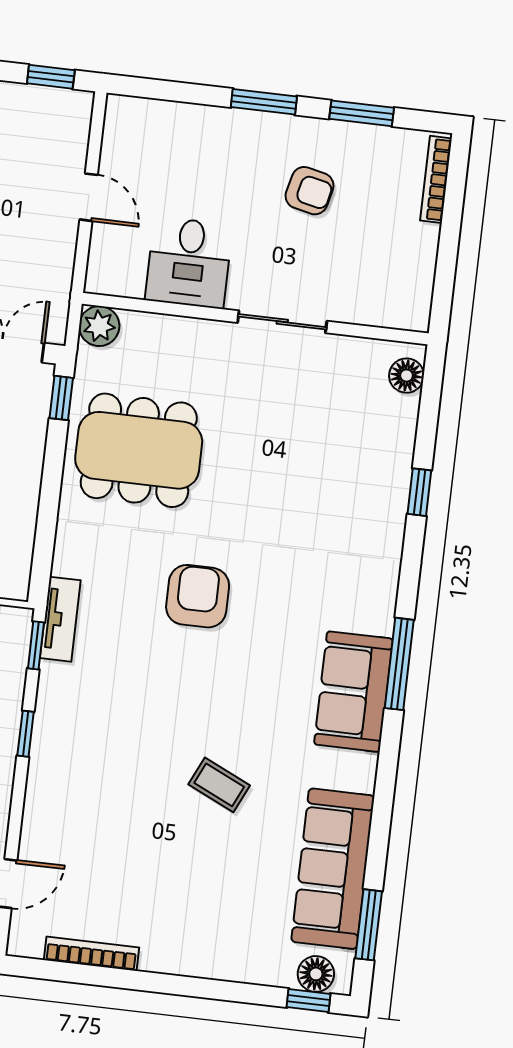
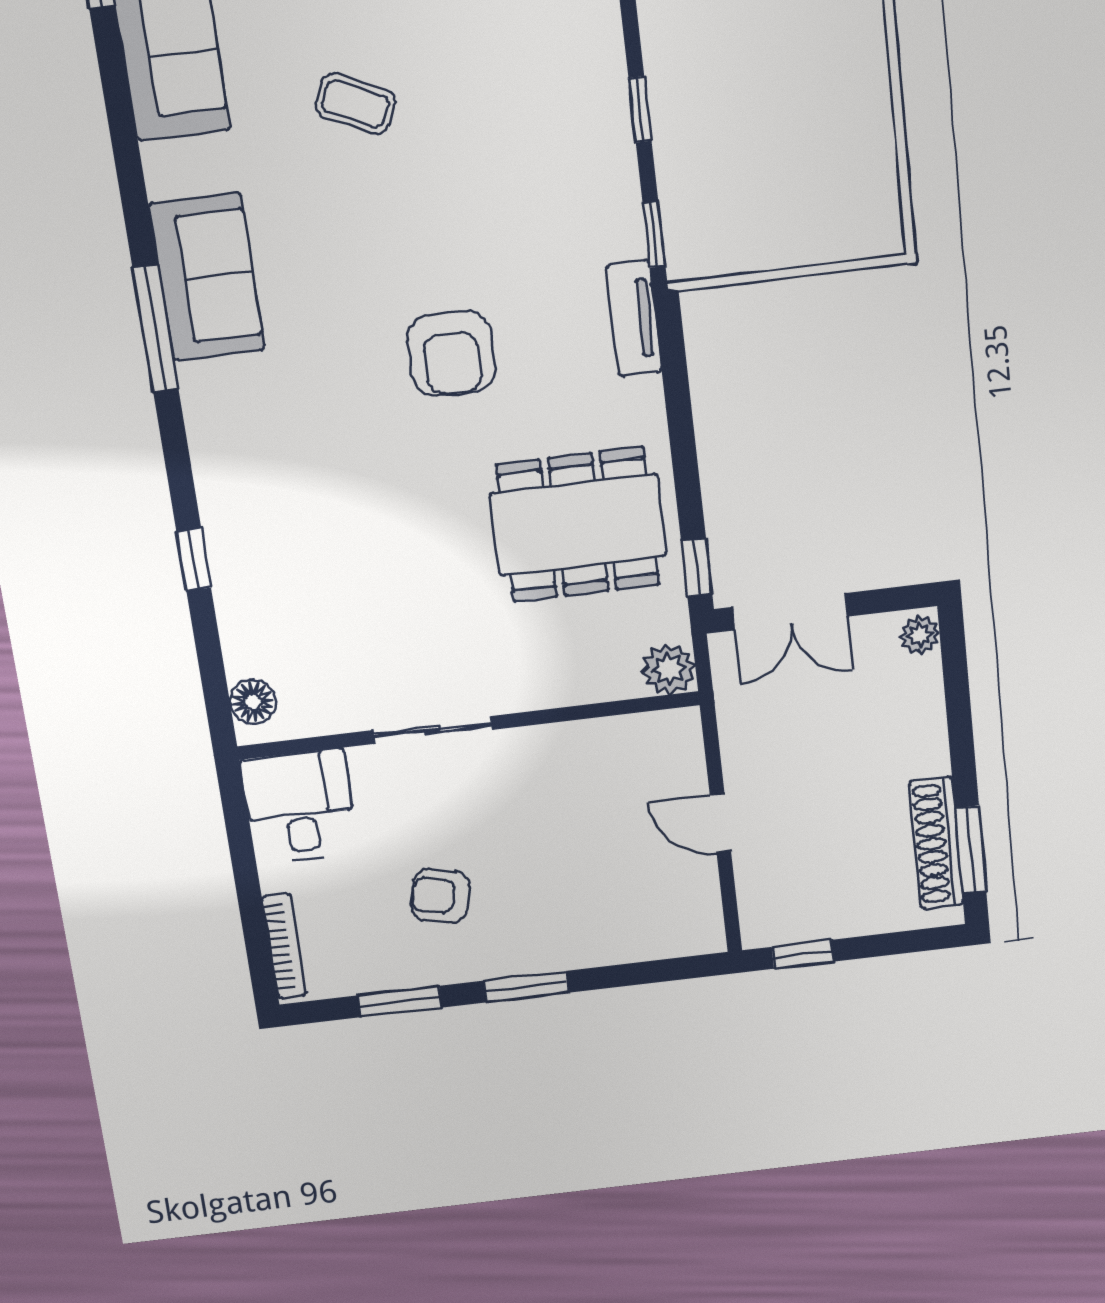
desk: (189, 262) -> (300, 807), moved
tv unit: (60, 619) -> (634, 319), moved

